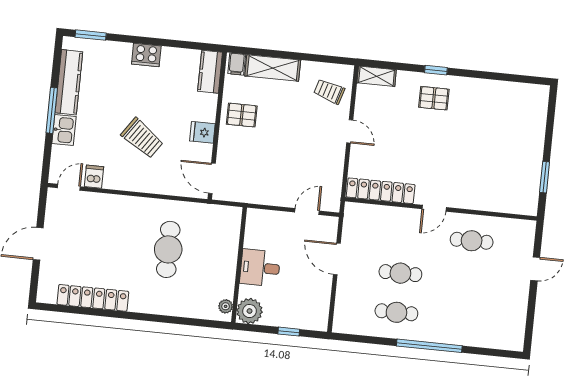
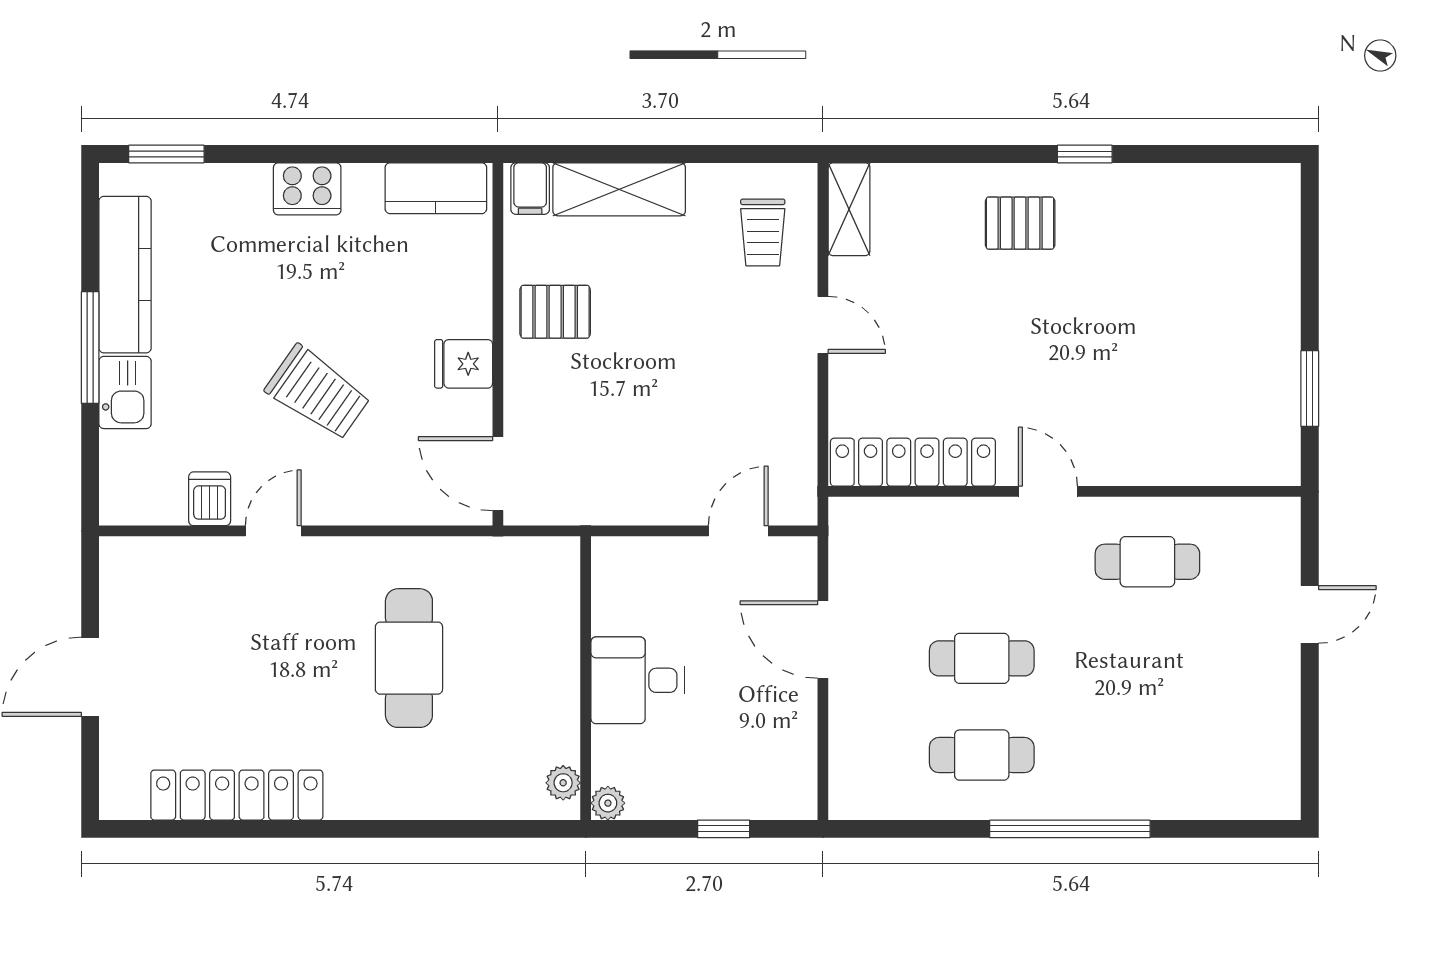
window: (436, 70) -> (1085, 154), moved
kitchen counter: (210, 72) -> (436, 188), moved, turned -90
shelving: (377, 76) -> (849, 209), moved, turned 90
trolley: (329, 91) -> (763, 232), turned -107
door: (69, 187) -> (273, 531), moved
door: (434, 208) -> (1048, 491), swing flipped
plant: (250, 311) -> (608, 803), width x0.53, depth x0.53

